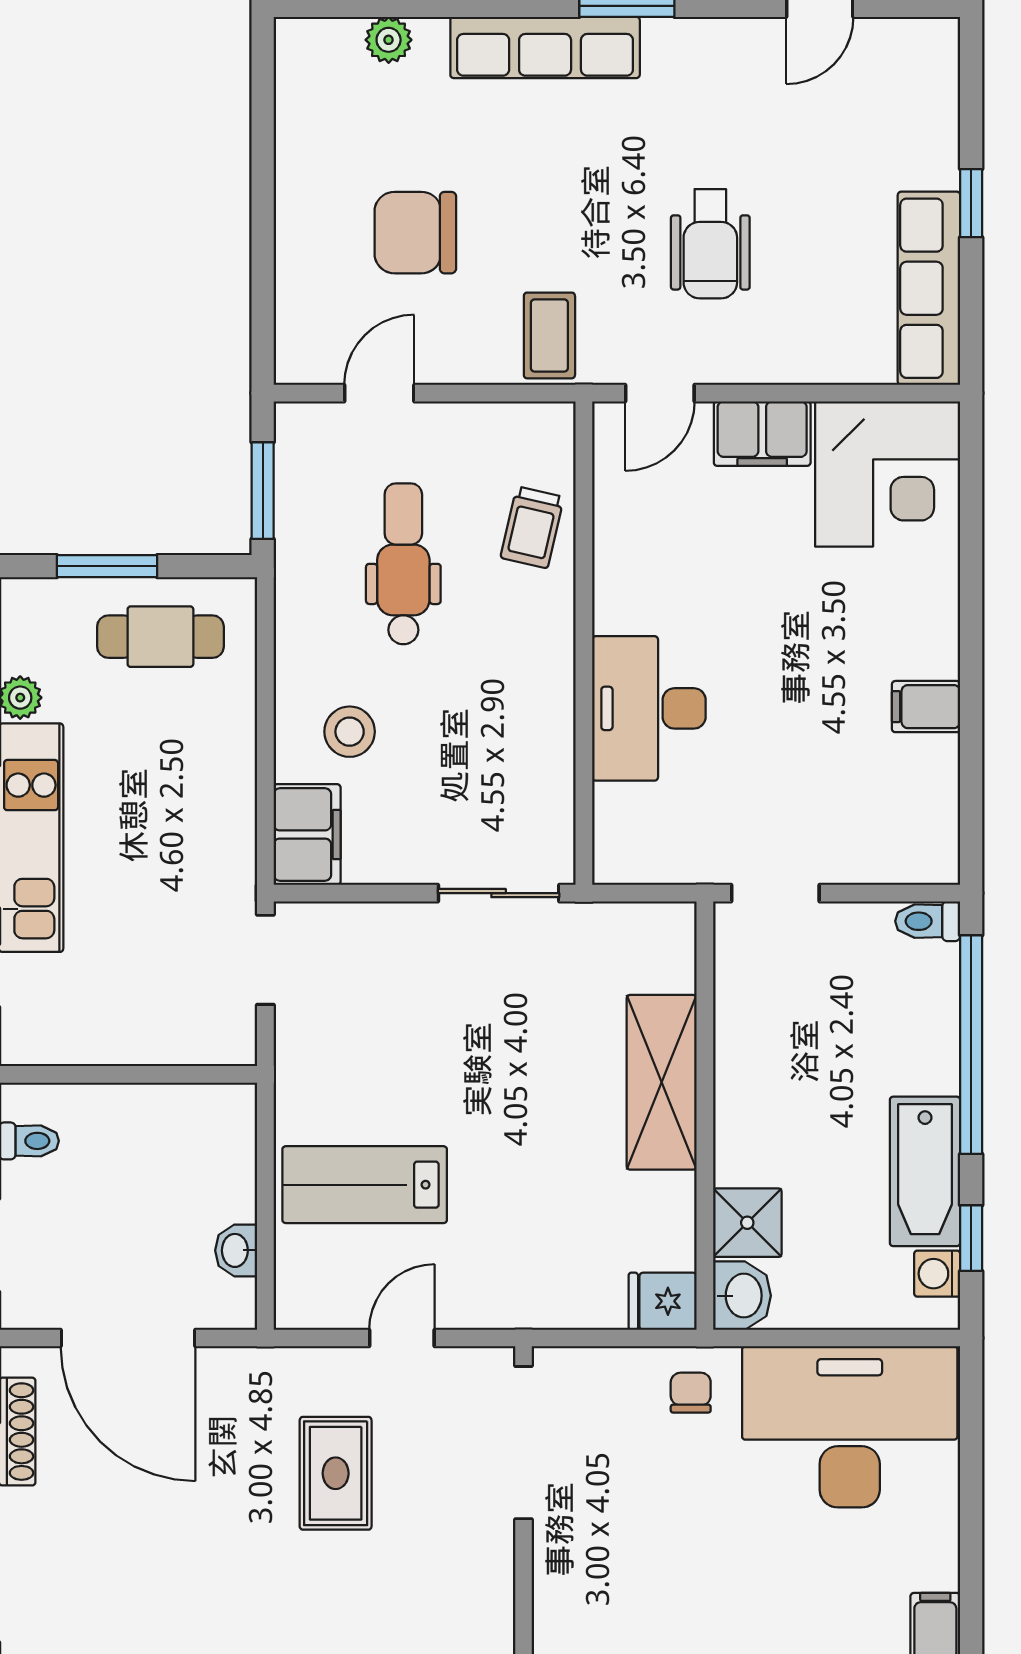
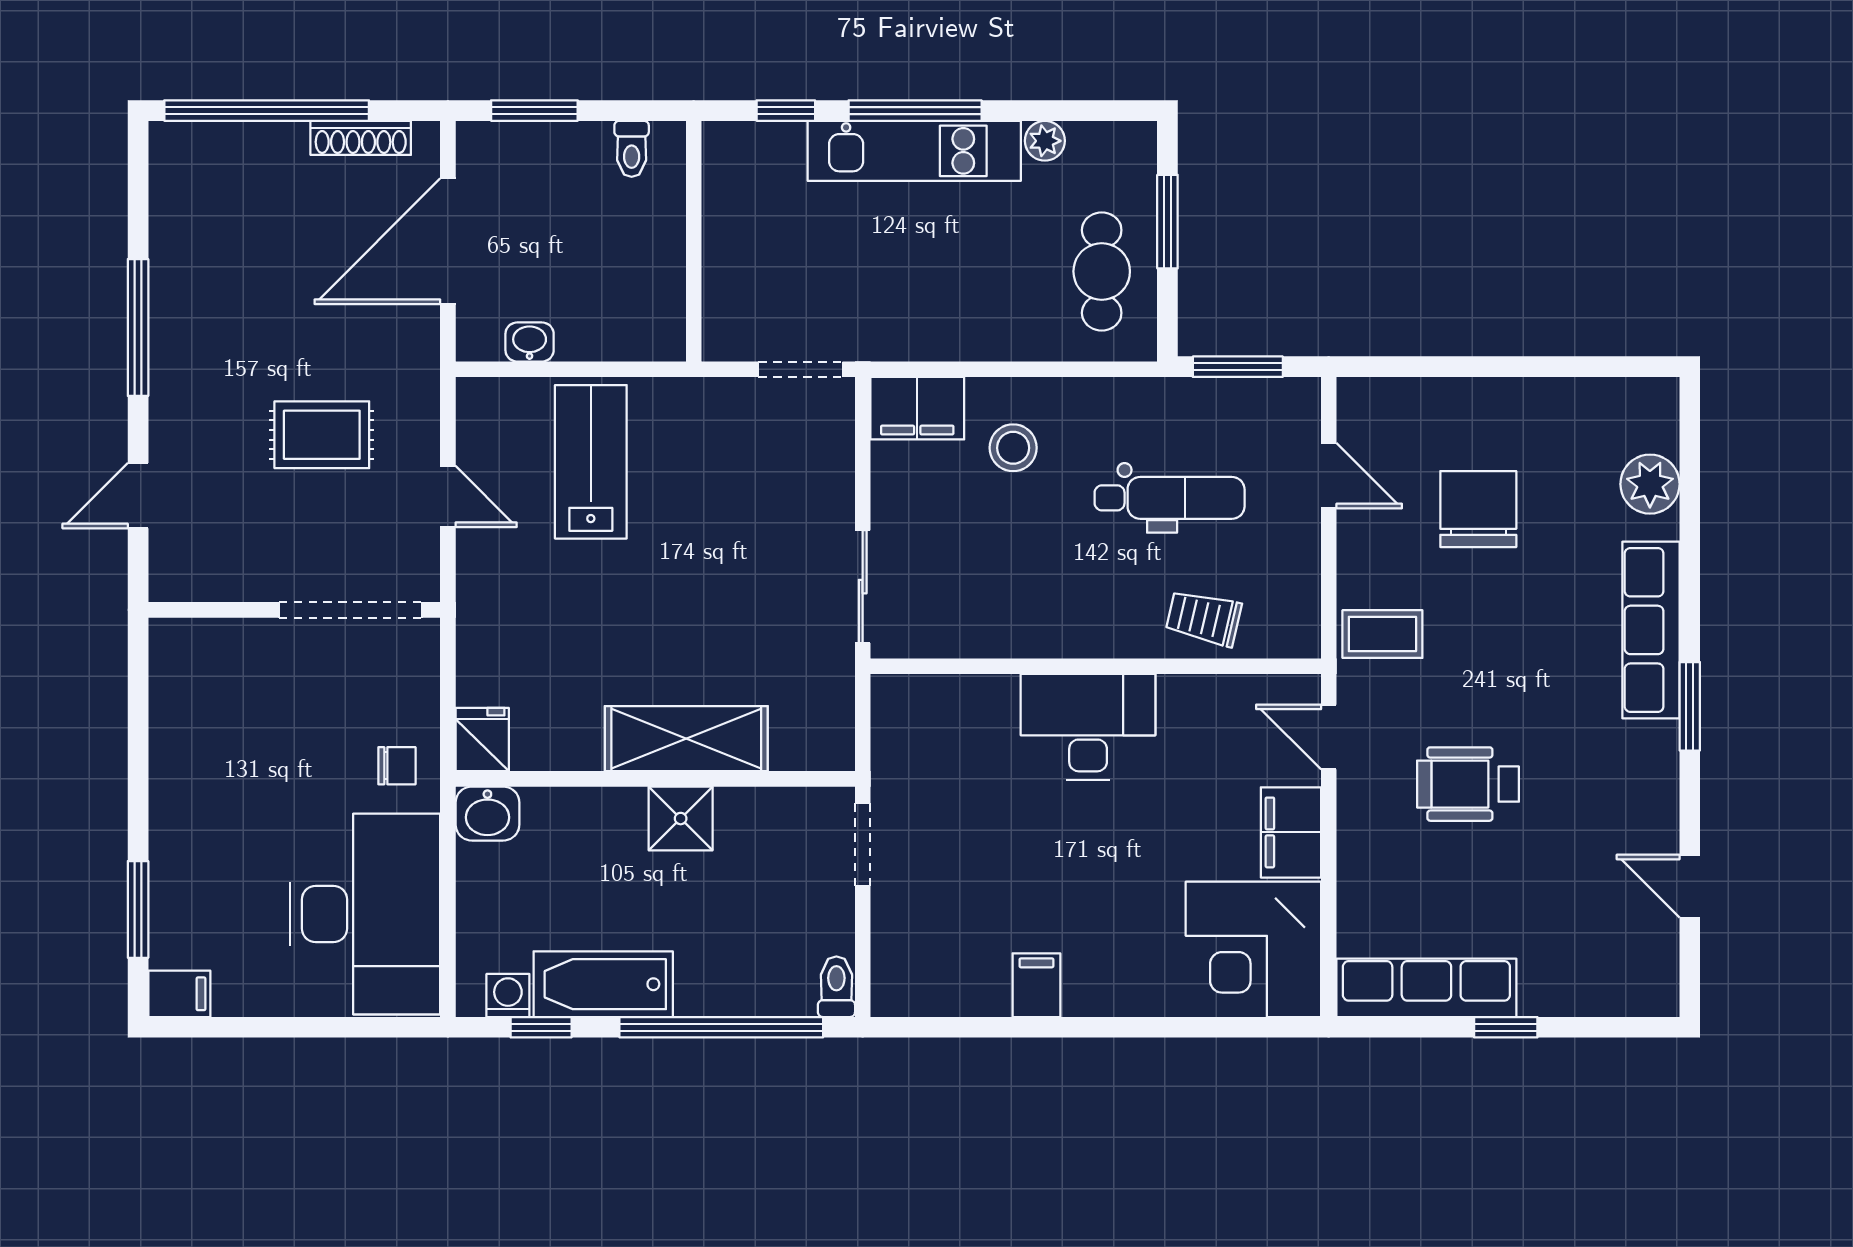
plant: (389, 40) -> (1650, 484), width x1.38, depth x1.38
desk: (649, 708) -> (1088, 727), moved
shower: (747, 1223) -> (681, 819), moved

